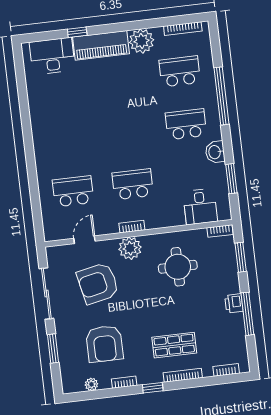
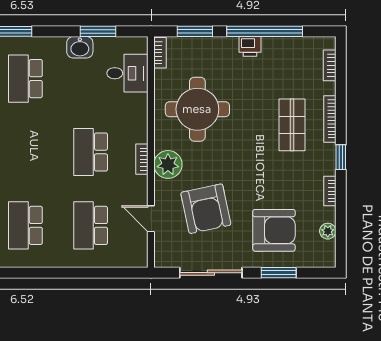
school desk: (67, 138) -> (25, 225), added
washbasin: (215, 152) -> (80, 47), moved
round table: (178, 267) -> (197, 109), width x1.36, depth x1.36
window: (247, 314) -> (265, 31), width x1.46
armchair: (104, 344) -> (274, 230), moved

